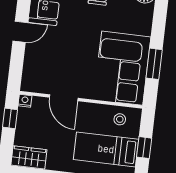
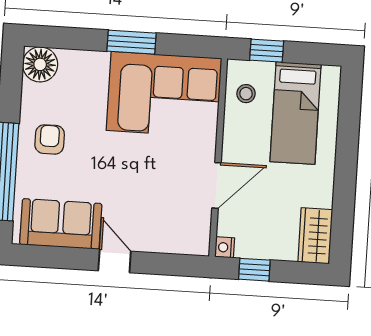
window: (154, 64) -> (131, 42), moved
window: (144, 148) -> (267, 51), moved

